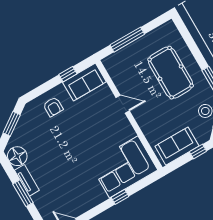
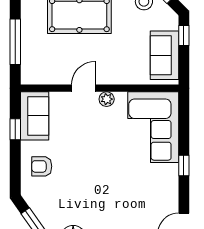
armchair: (53, 107) -> (42, 166), turned 180
plant: (124, 124) -> (107, 99), added
window: (120, 197) -> (184, 165), moved

